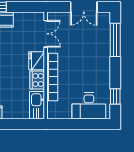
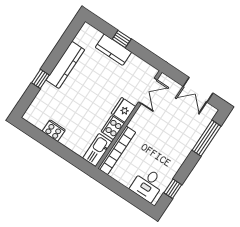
bookcase: (52, 77) -> (117, 150), moved
desk: (89, 106) -> (148, 184), width x0.73

